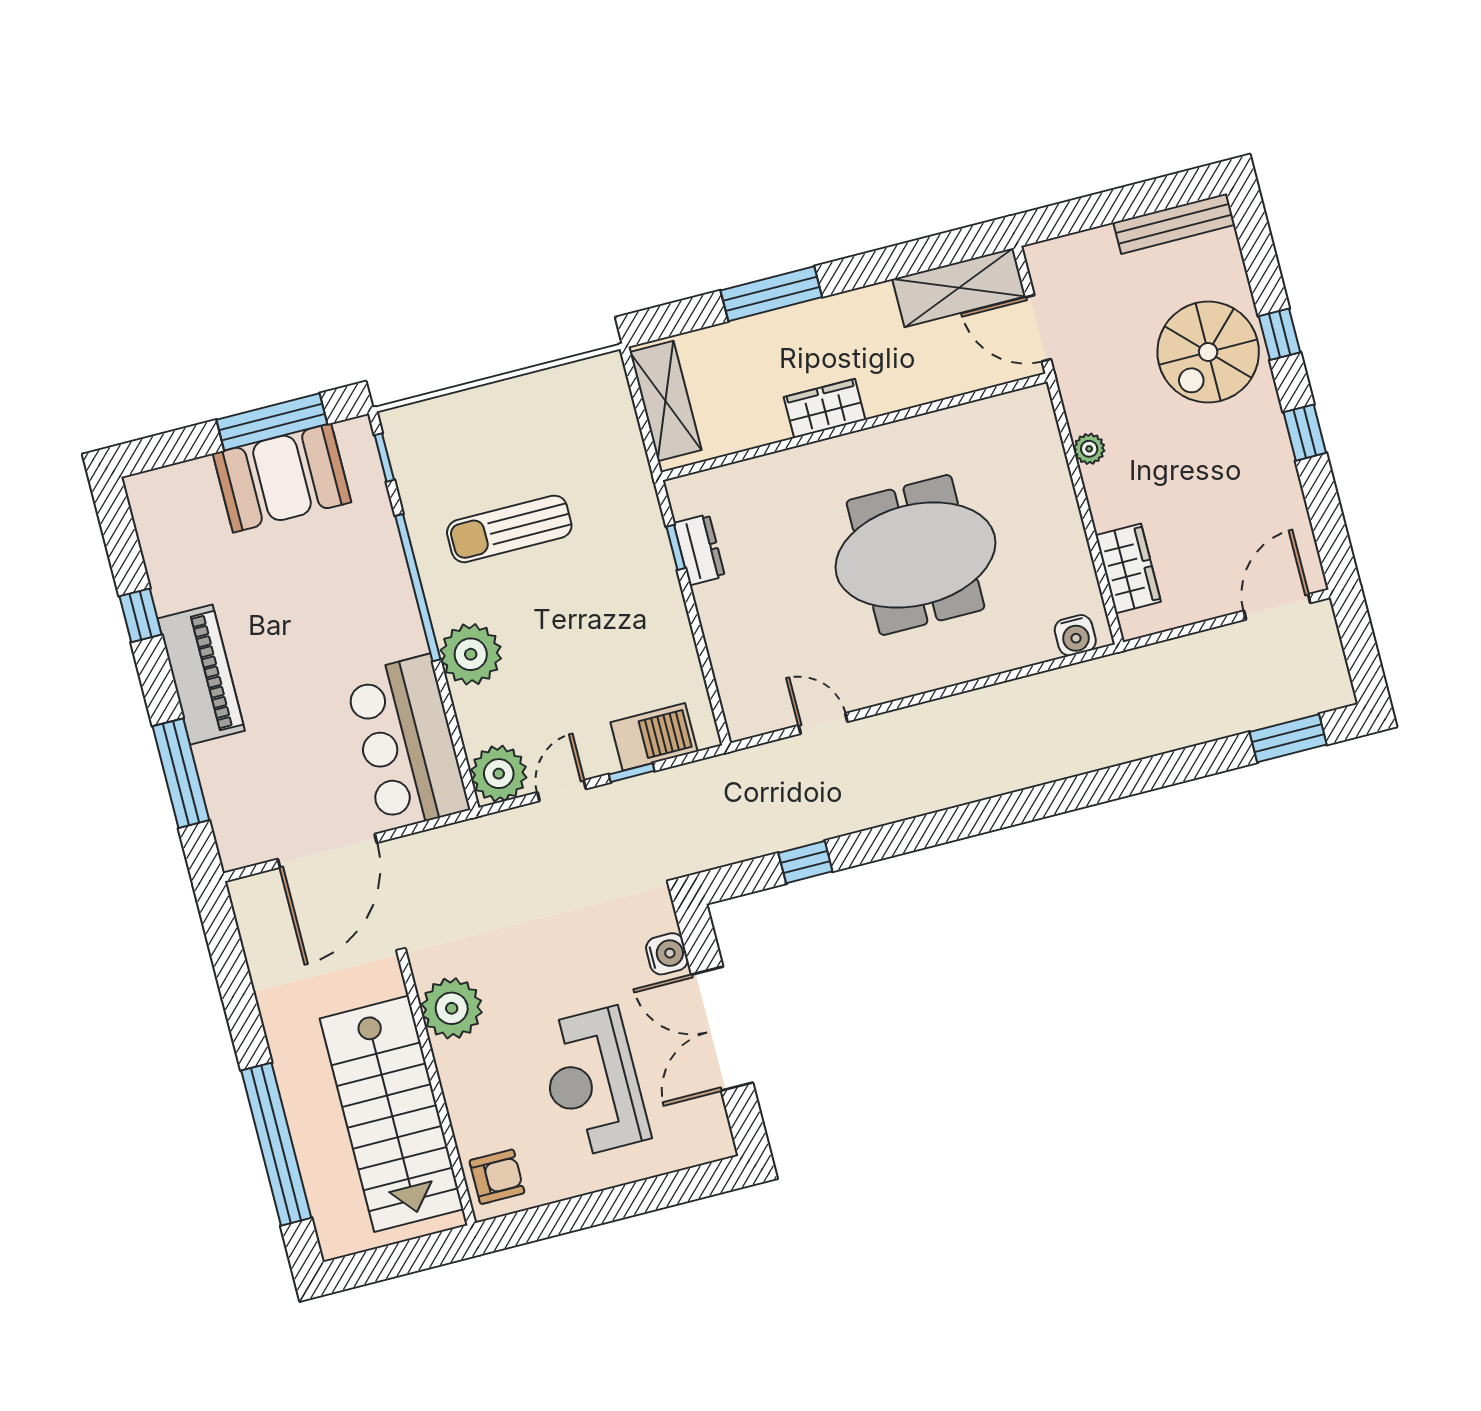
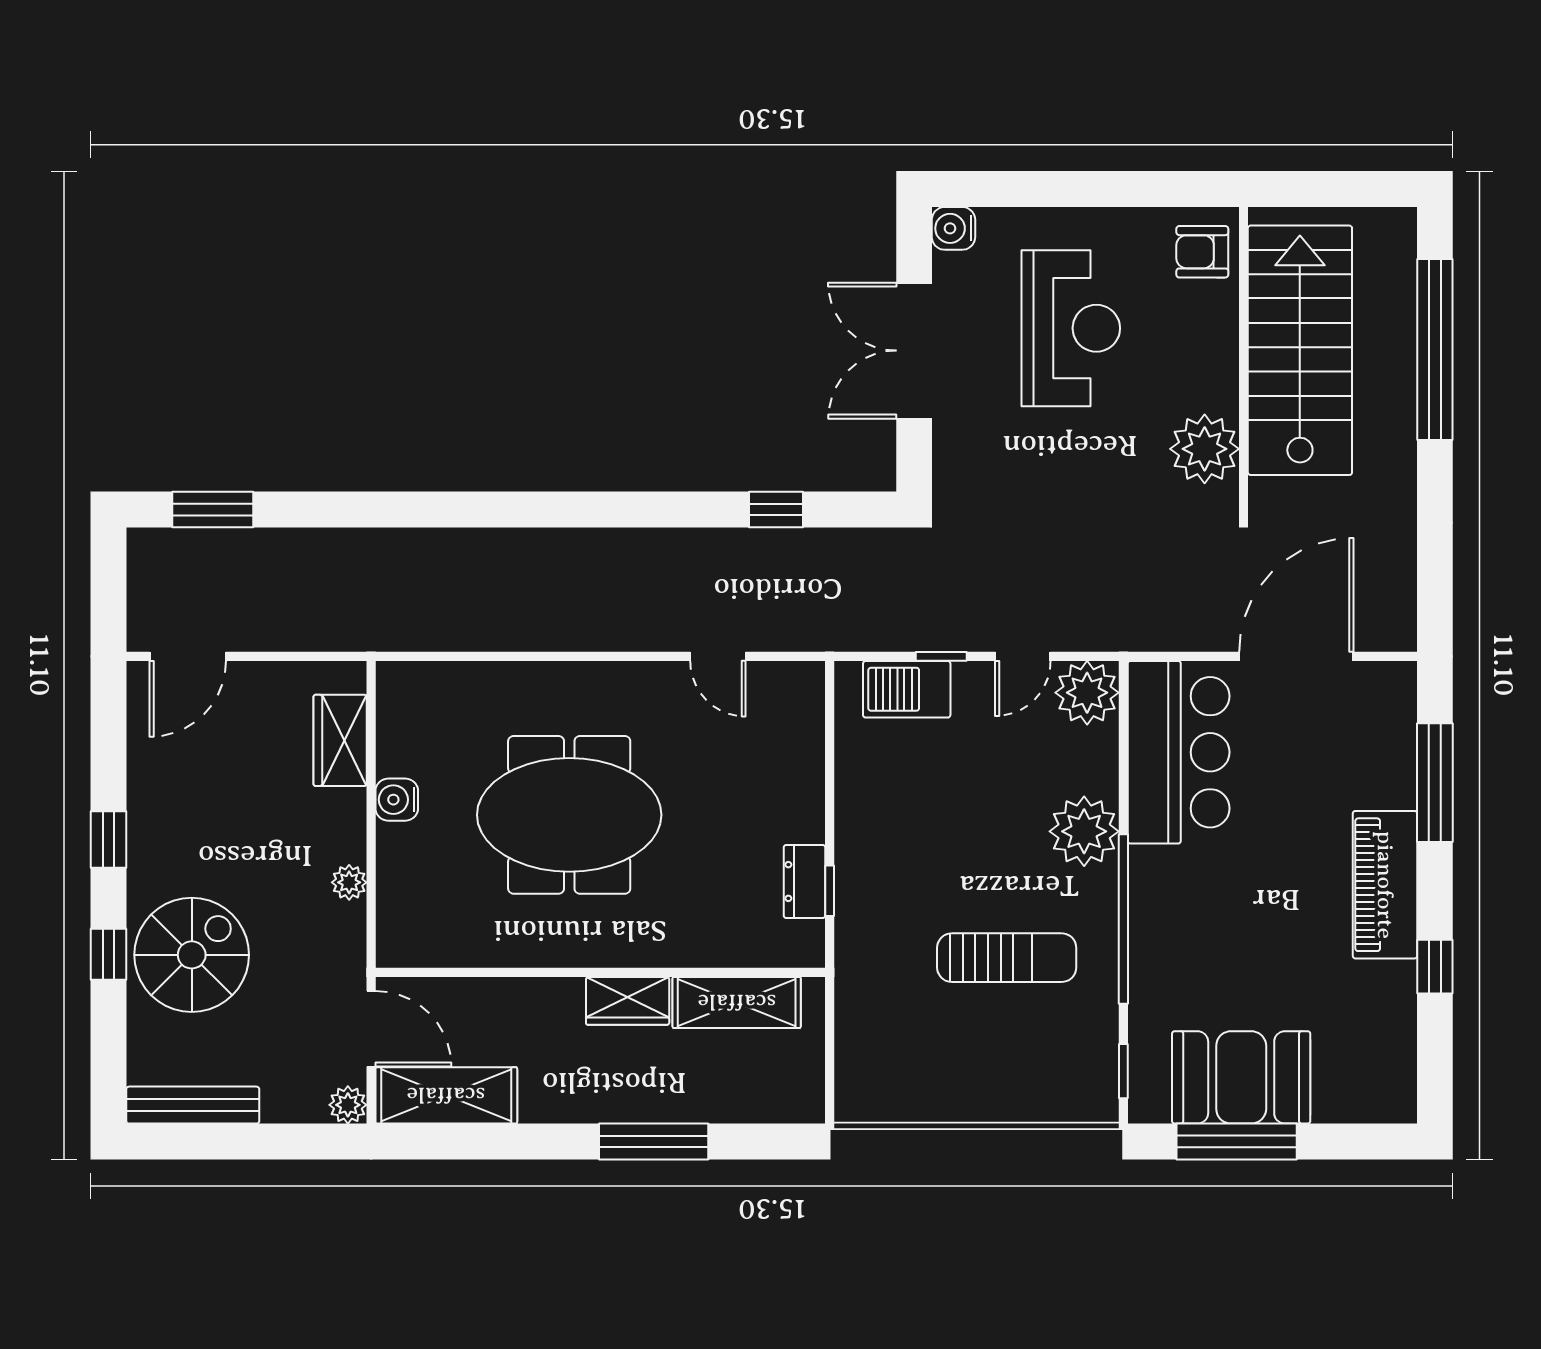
plant: (1041, 258) -> (348, 1105), added
shelving: (666, 401) -> (737, 1002), moved, turned 90
water cooler: (1075, 635) -> (397, 800), moved, turned -90
water cooler: (667, 954) -> (953, 228), moved
double door: (722, 1029) -> (914, 351), swing flipped

